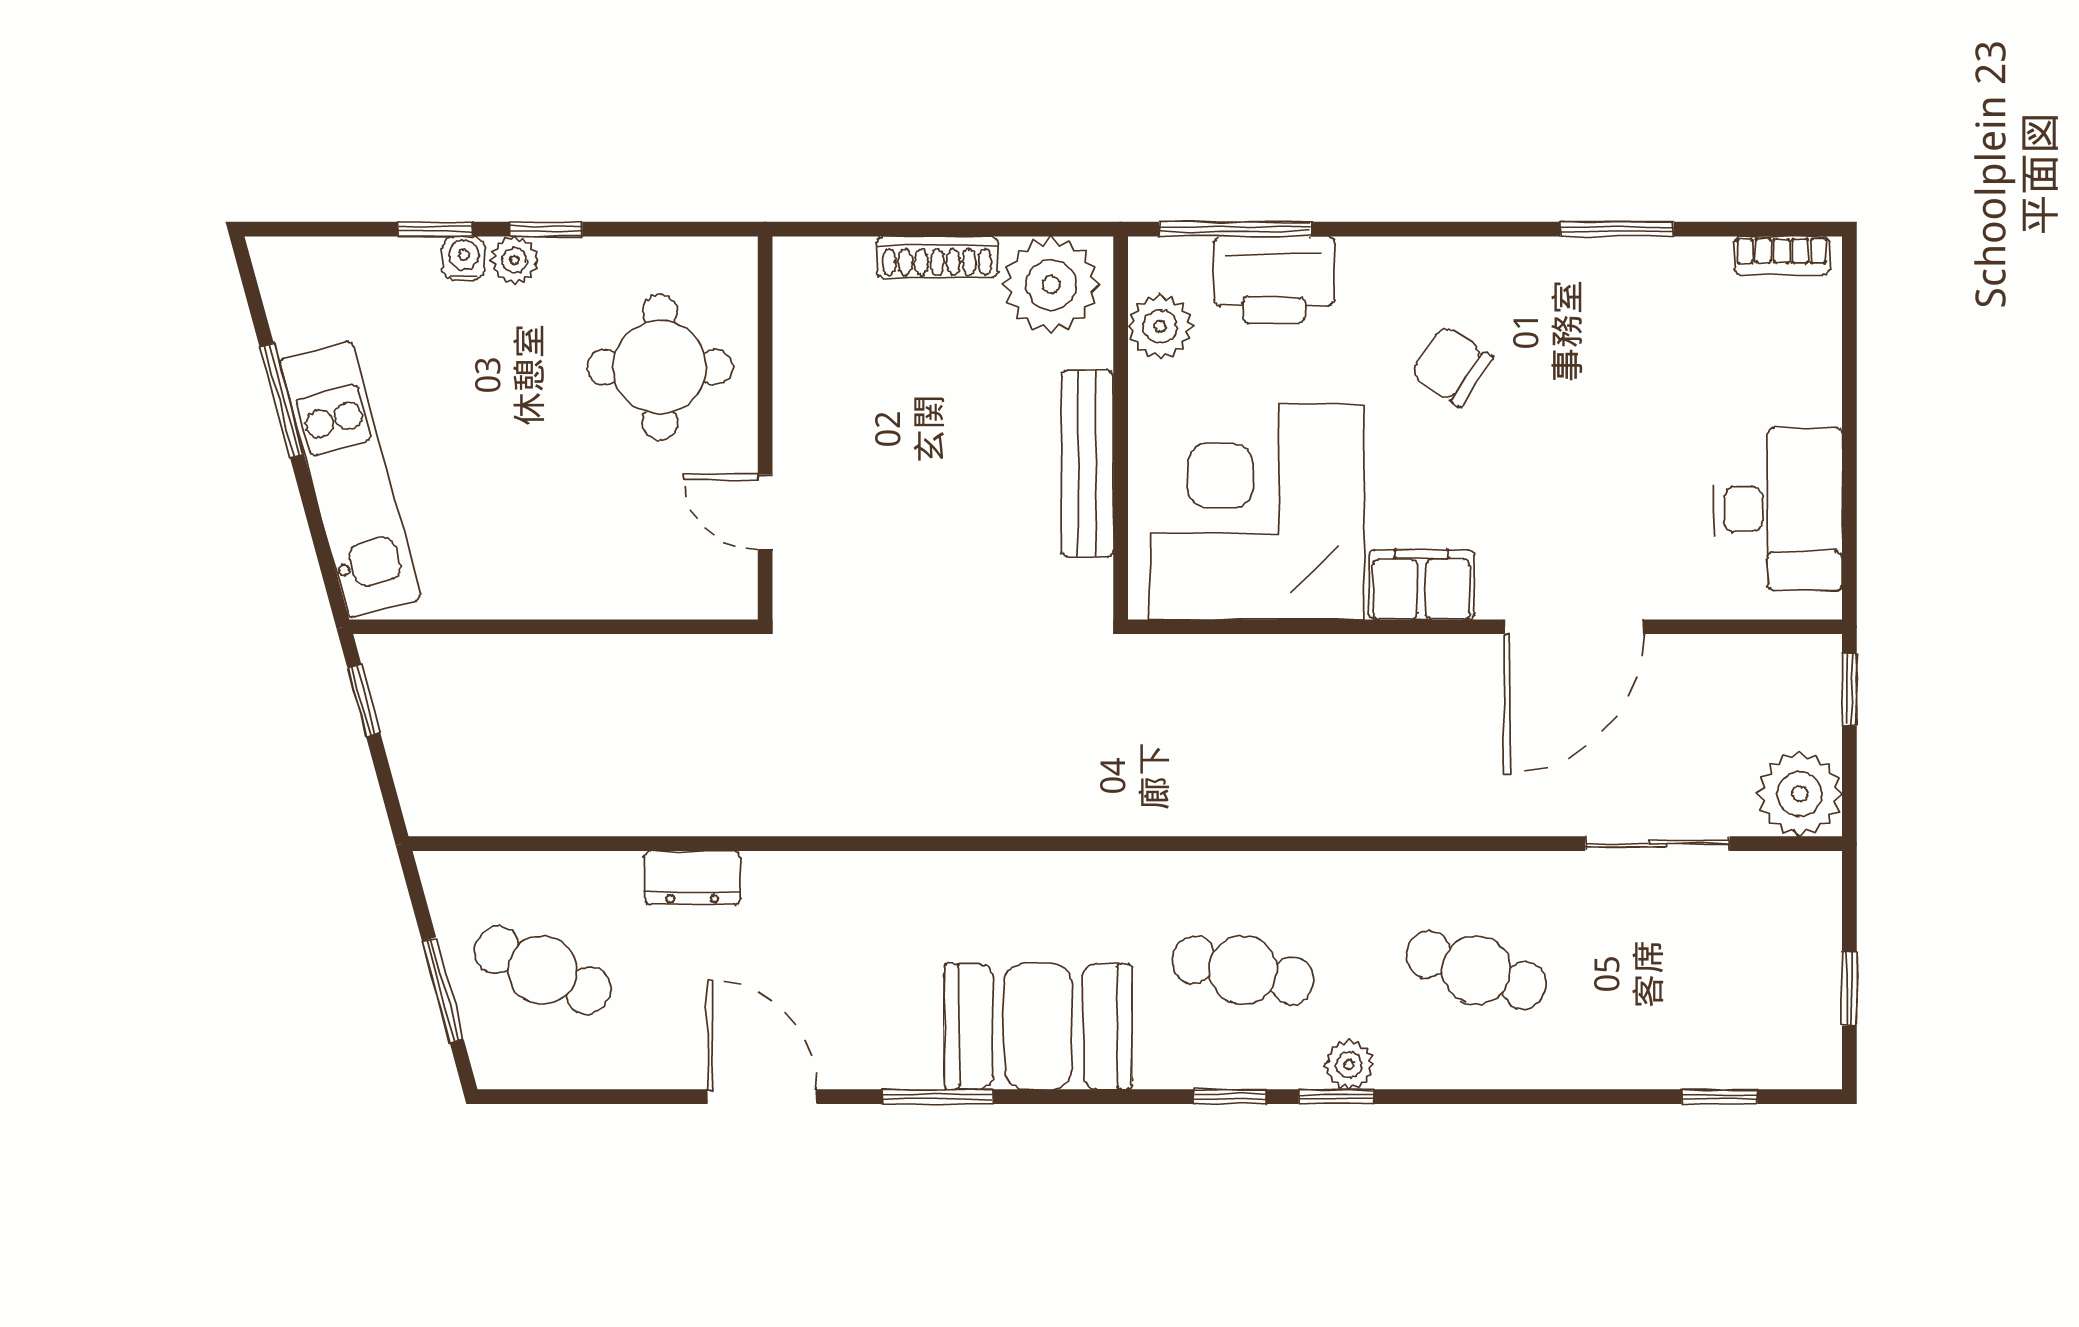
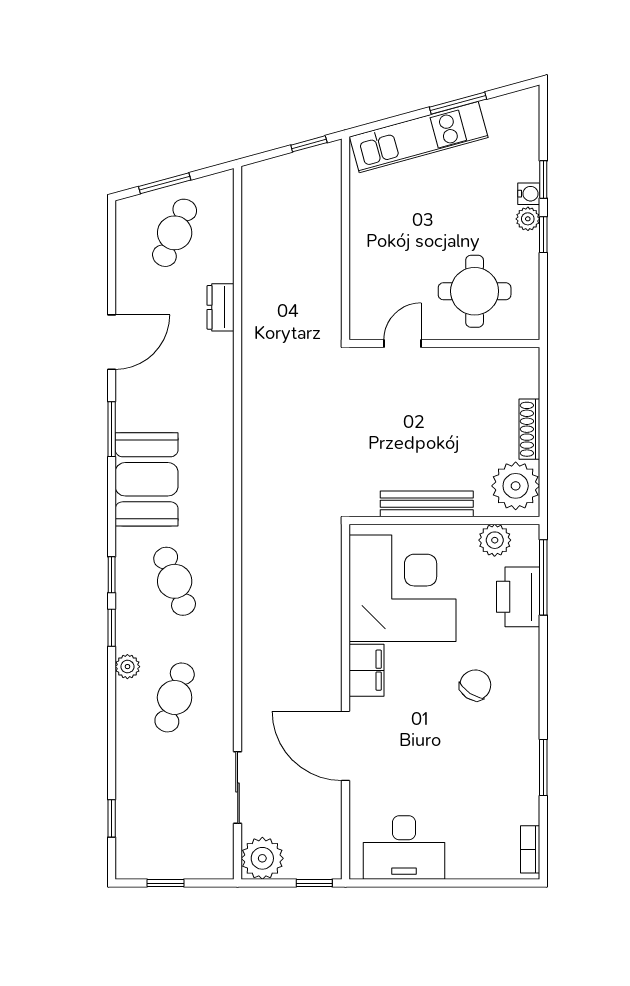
cafe table: (1243, 970) -> (175, 581), turned -33
plant: (1349, 1065) -> (127, 667), moved

